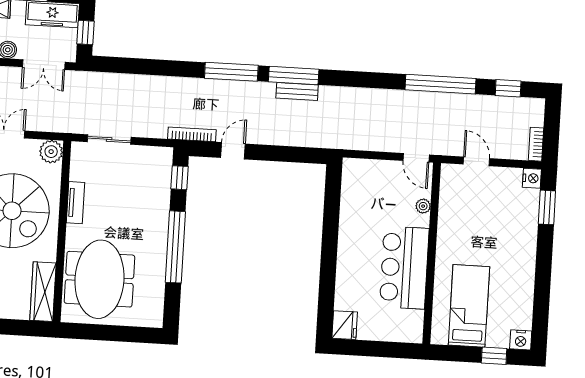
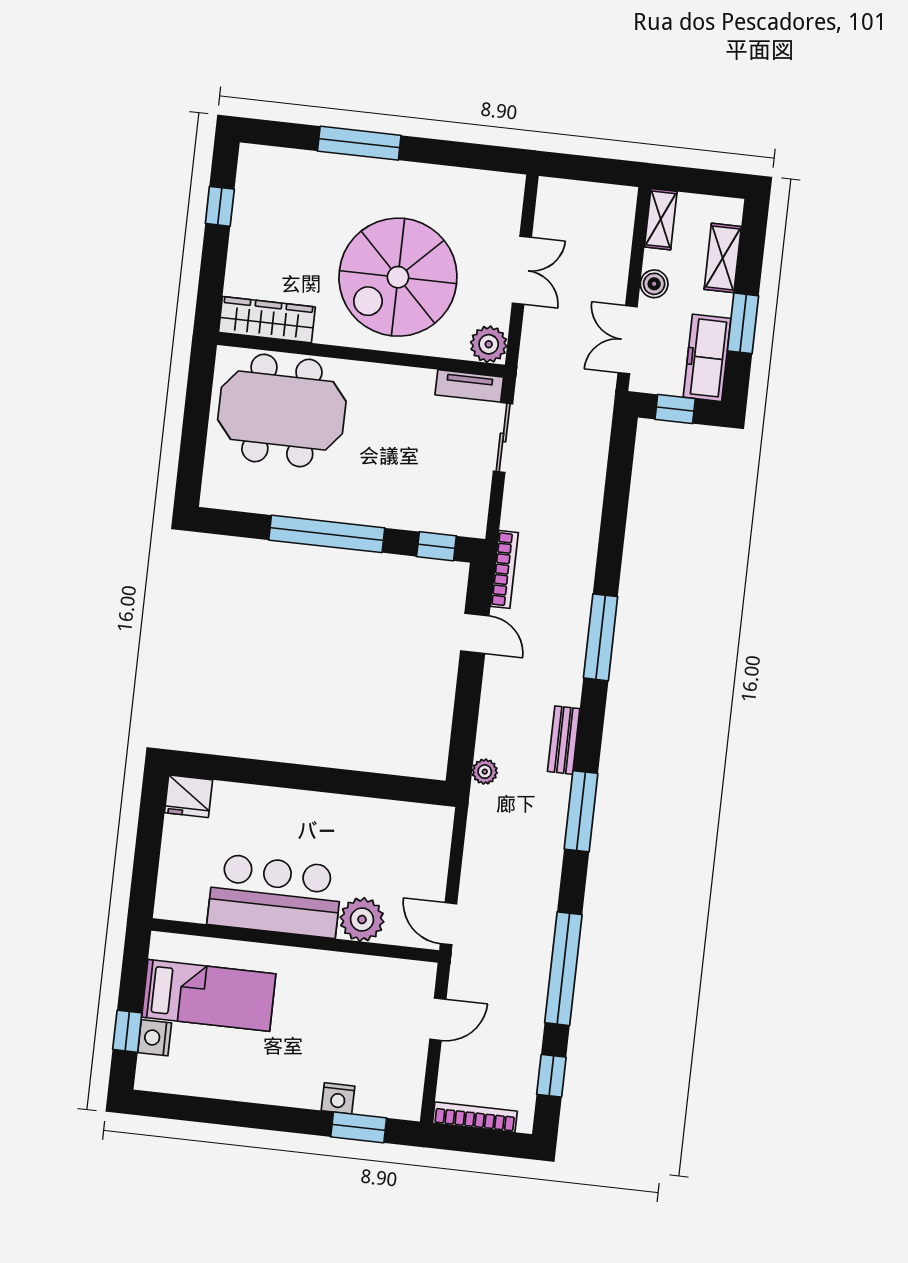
window: (294, 75) -> (581, 811), moved
plant: (319, 140) -> (485, 772), added
bookcase: (536, 144) -> (475, 1117), width x1.56
door: (416, 158) -> (449, 924), hinge flipped
nightstand: (532, 178) -> (338, 1098), moved
tv unit: (76, 203) -> (469, 386), moved
plant: (423, 206) -> (362, 919), width x1.88, depth x1.88
nightstand: (521, 340) -> (155, 1038), moved

